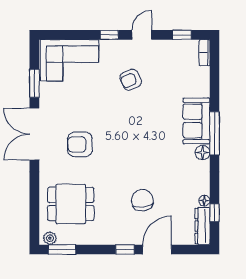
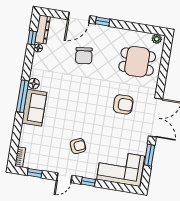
window: (62, 249) -> (149, 29), removed

